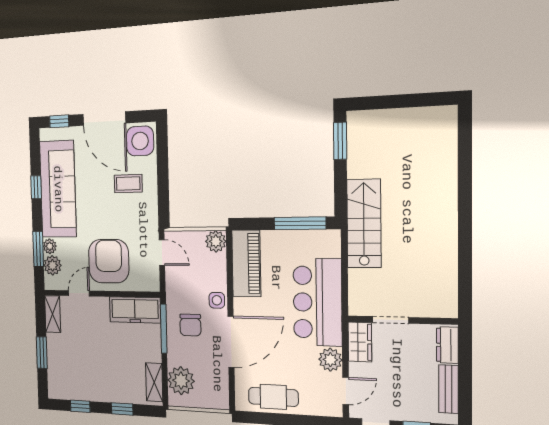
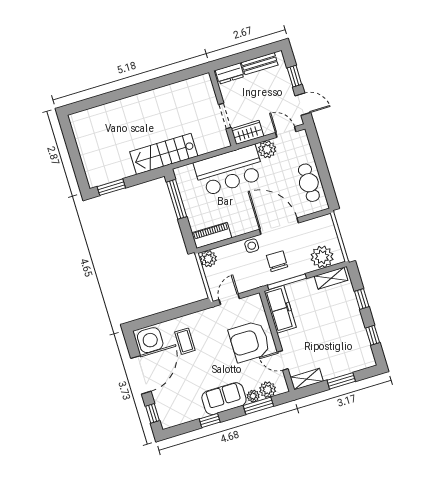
sofa: (58, 189) -> (224, 399), width x0.54, depth x0.79
piano: (246, 263) -> (212, 235), width x0.73, depth x0.75
chair: (190, 325) -> (277, 261), turned -90

